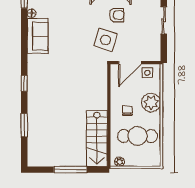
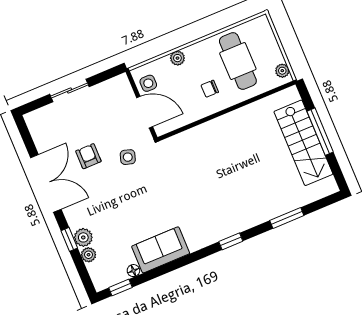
side table: (106, 40) -> (128, 157), width x0.54, depth x0.54
plant: (151, 103) -> (177, 58), width x0.53, depth x0.53
stairs: (97, 139) -> (303, 143), moved, turned 90

